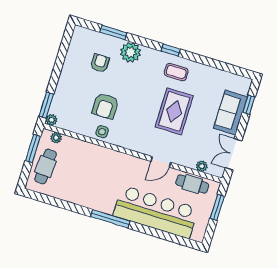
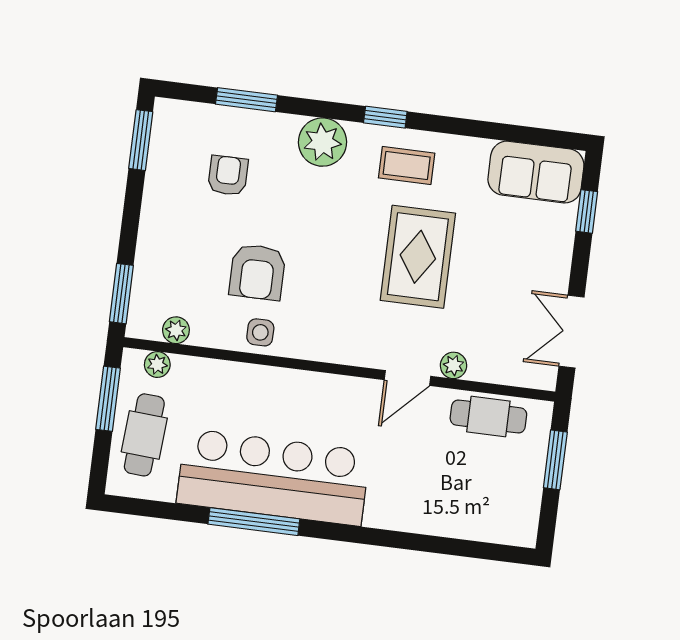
window: (66, 42) -> (141, 140), added
plant: (131, 52) -> (322, 142), moved
sofa: (230, 113) -> (536, 172), moved, turned -90
plant: (51, 120) -> (176, 330), moved
plant: (202, 166) -> (453, 365), moved
bar counter: (156, 212) -> (273, 477), moved
window: (110, 219) -> (254, 522), moved

